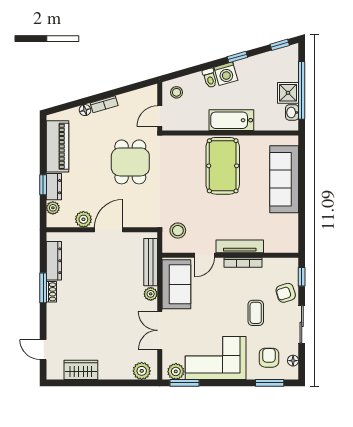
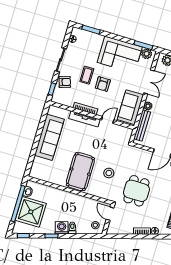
shower: (288, 93) -> (31, 212), width x1.86, depth x1.86
door: (160, 116) -> (110, 214), swing flipped
bathtub: (231, 120) -> (67, 198), removed
sofa: (284, 179) -> (49, 137), moved
stool: (178, 231) -> (109, 173), moved
armchair: (269, 358) -> (103, 84), moved

